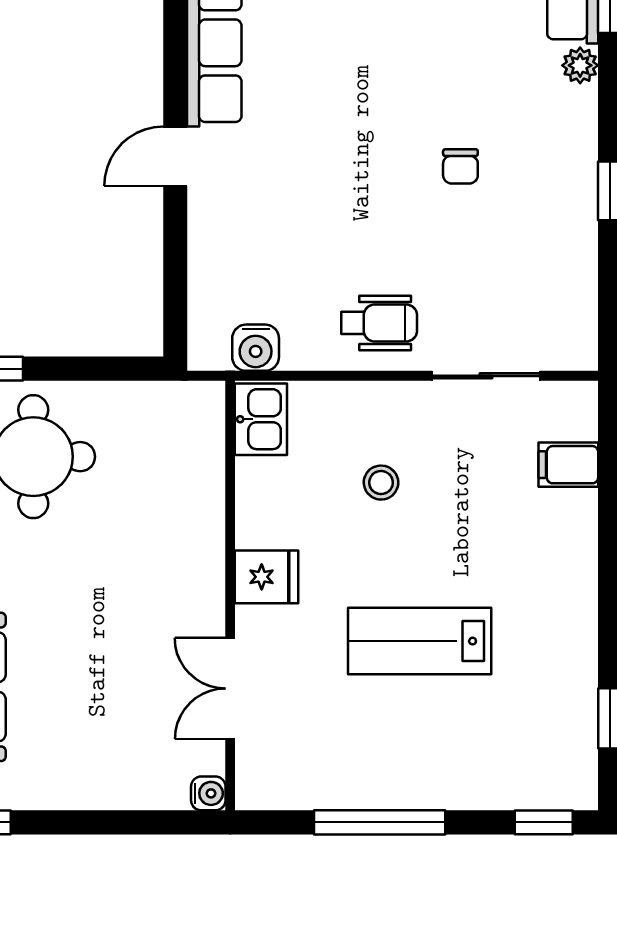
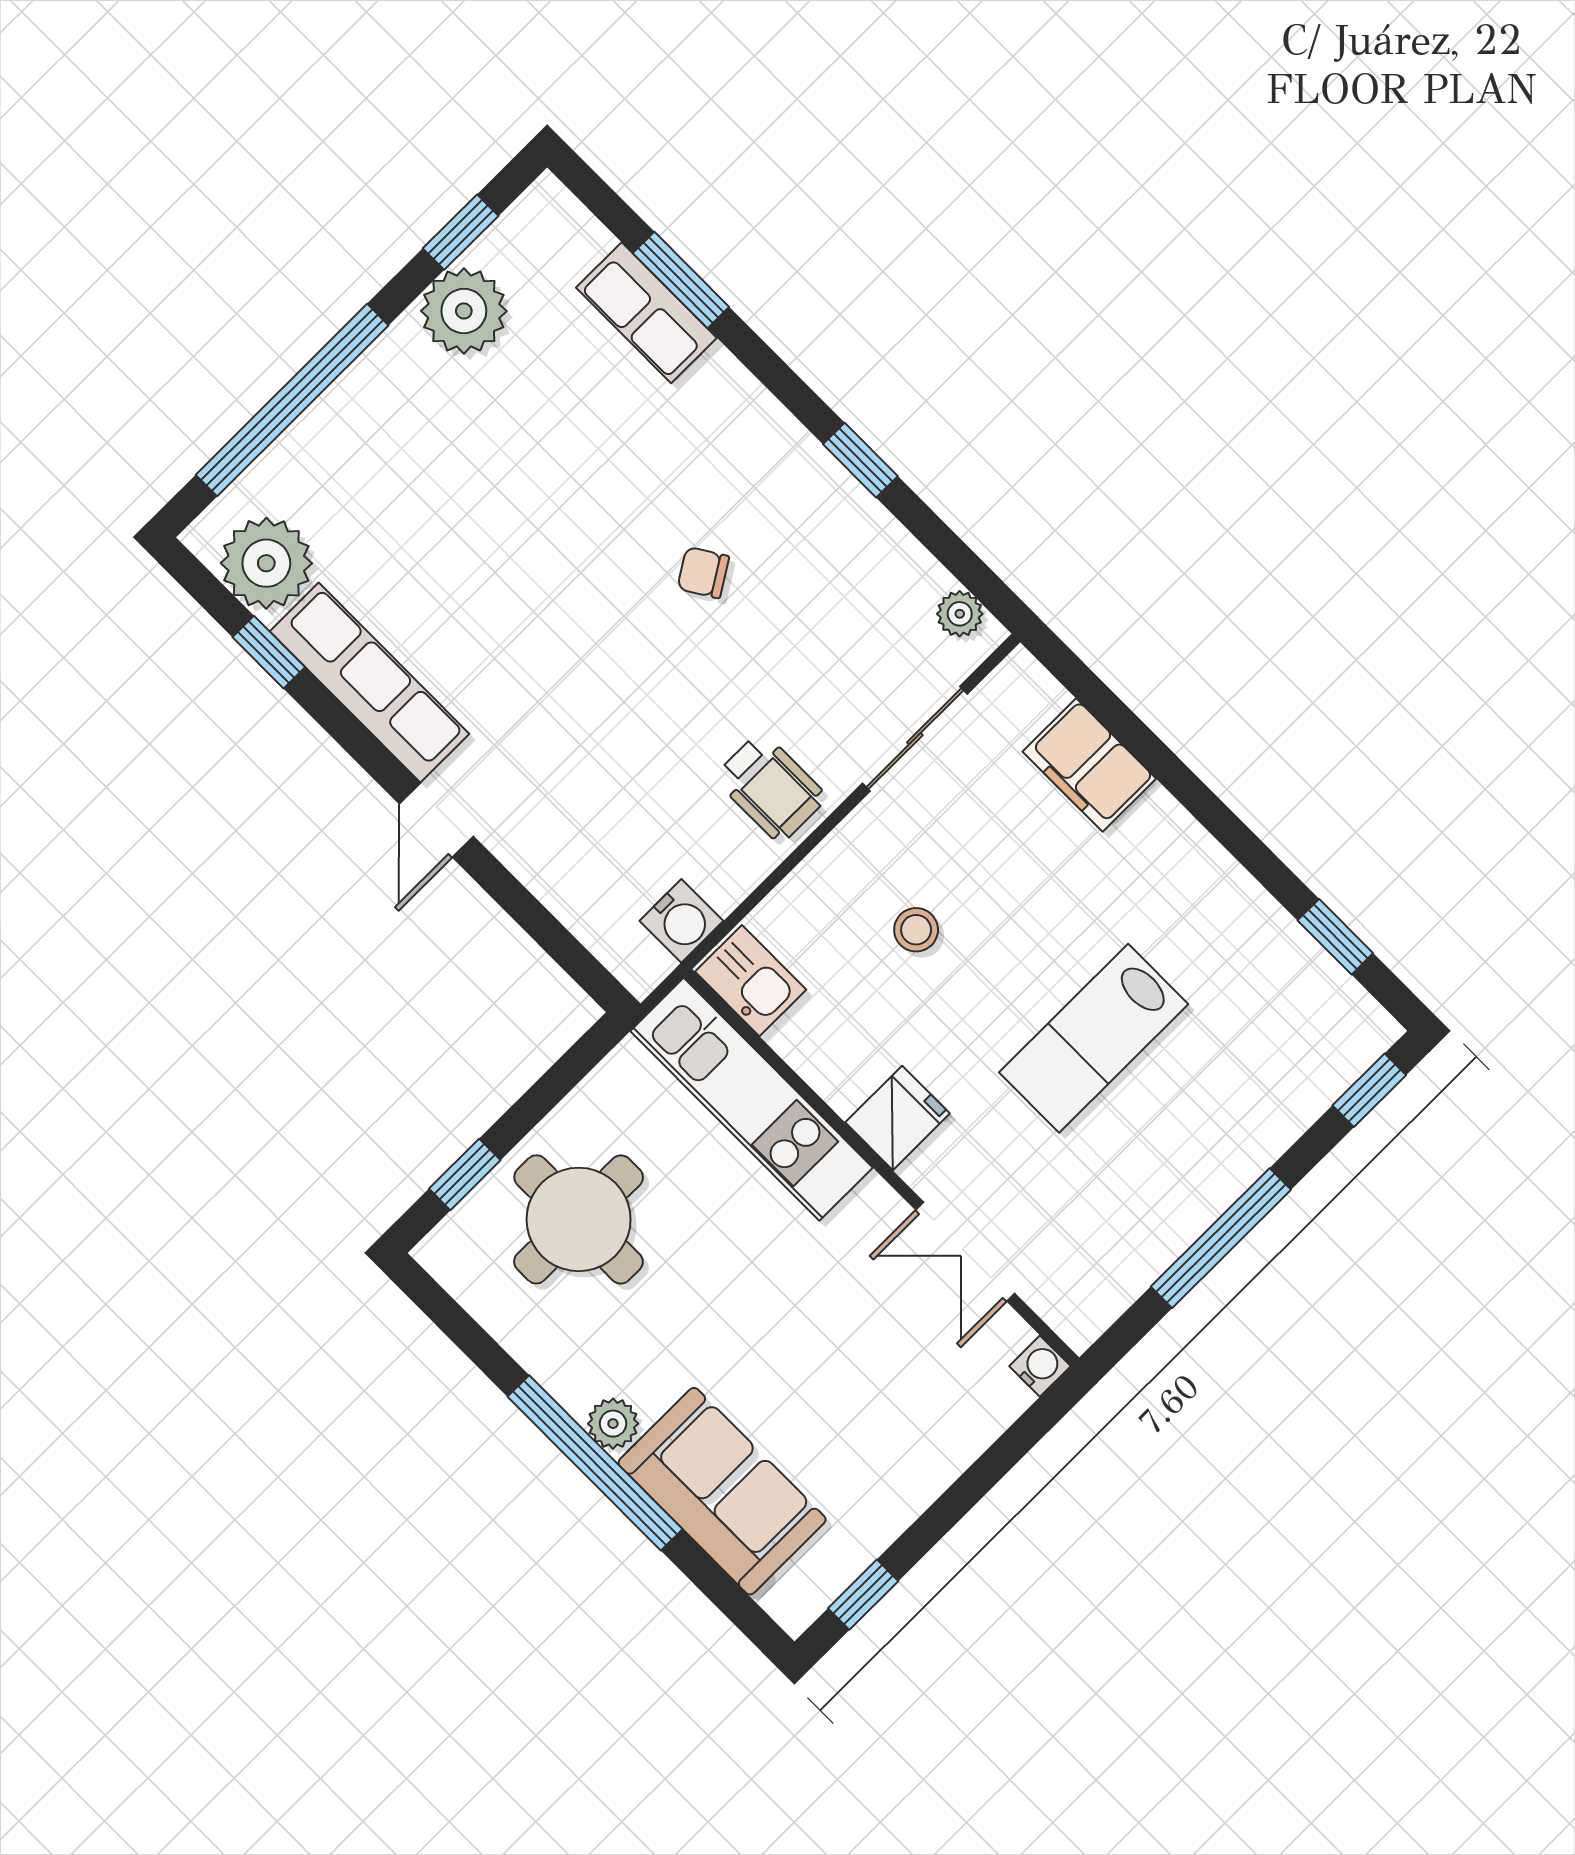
plant: (580, 65) -> (960, 614), moved
chair: (460, 166) -> (703, 573), turned 148
wheelchair: (379, 323) -> (771, 787), turned 90
filing cabinet: (568, 465) -> (1089, 765), width x2.00
kitchen unit: (196, 486) -> (752, 1099), added

